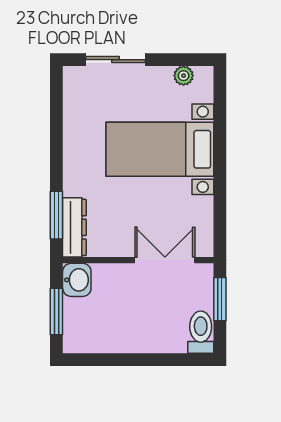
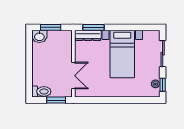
window: (186, 60) -> (163, 85), added
bed with nightstands: (160, 149) -> (122, 54), moved, turned 180
washbasin: (77, 280) -> (39, 36), moved

